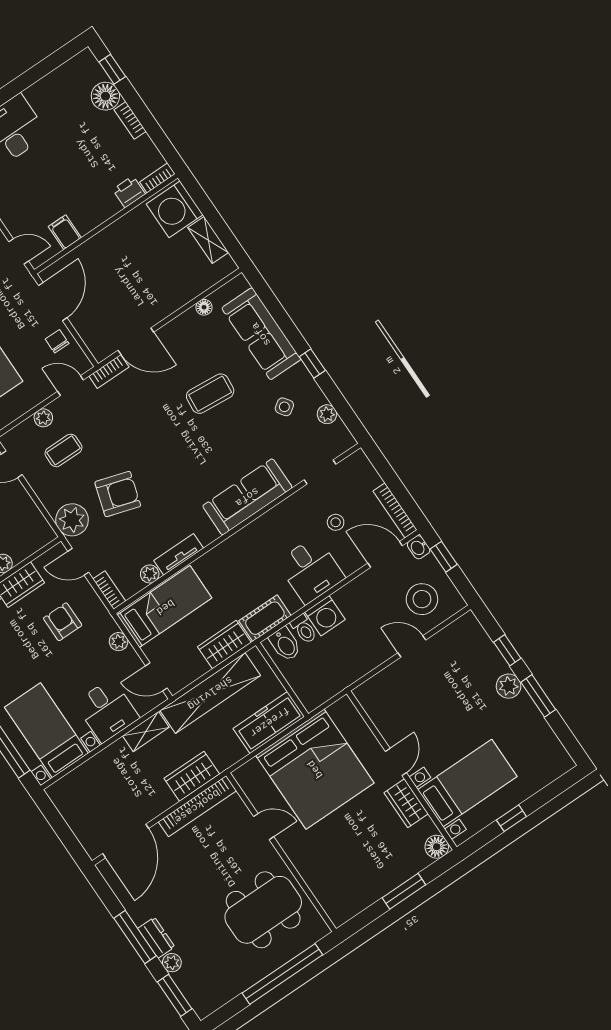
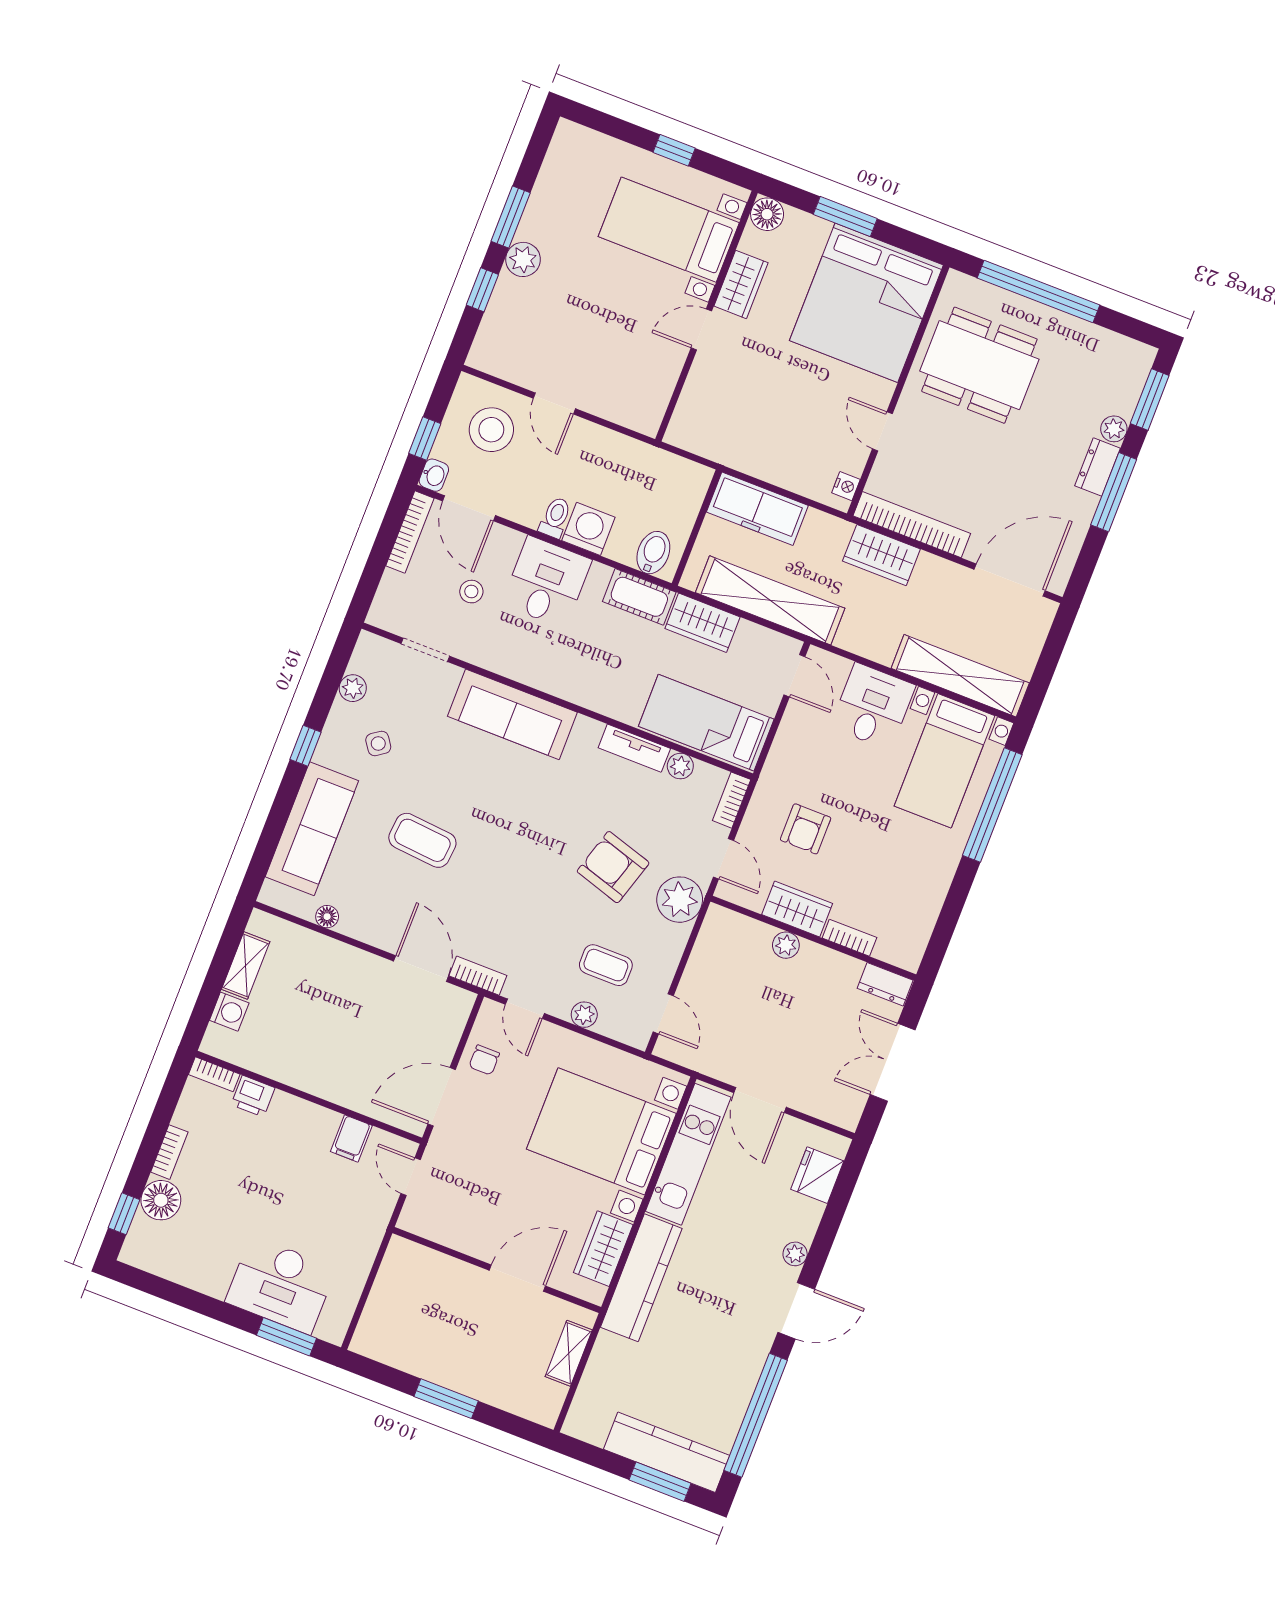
washing machine: (175, 209) -> (229, 1012), width x0.53, depth x0.53
toilet: (304, 629) -> (555, 517), moved
plant: (119, 642) -> (784, 748), removed
shelving: (146, 732) -> (960, 676), moved, width x2.20, depth x1.33
bed: (315, 769) -> (866, 303), moved, turned 180
nightstand: (246, 783) -> (846, 486), added

